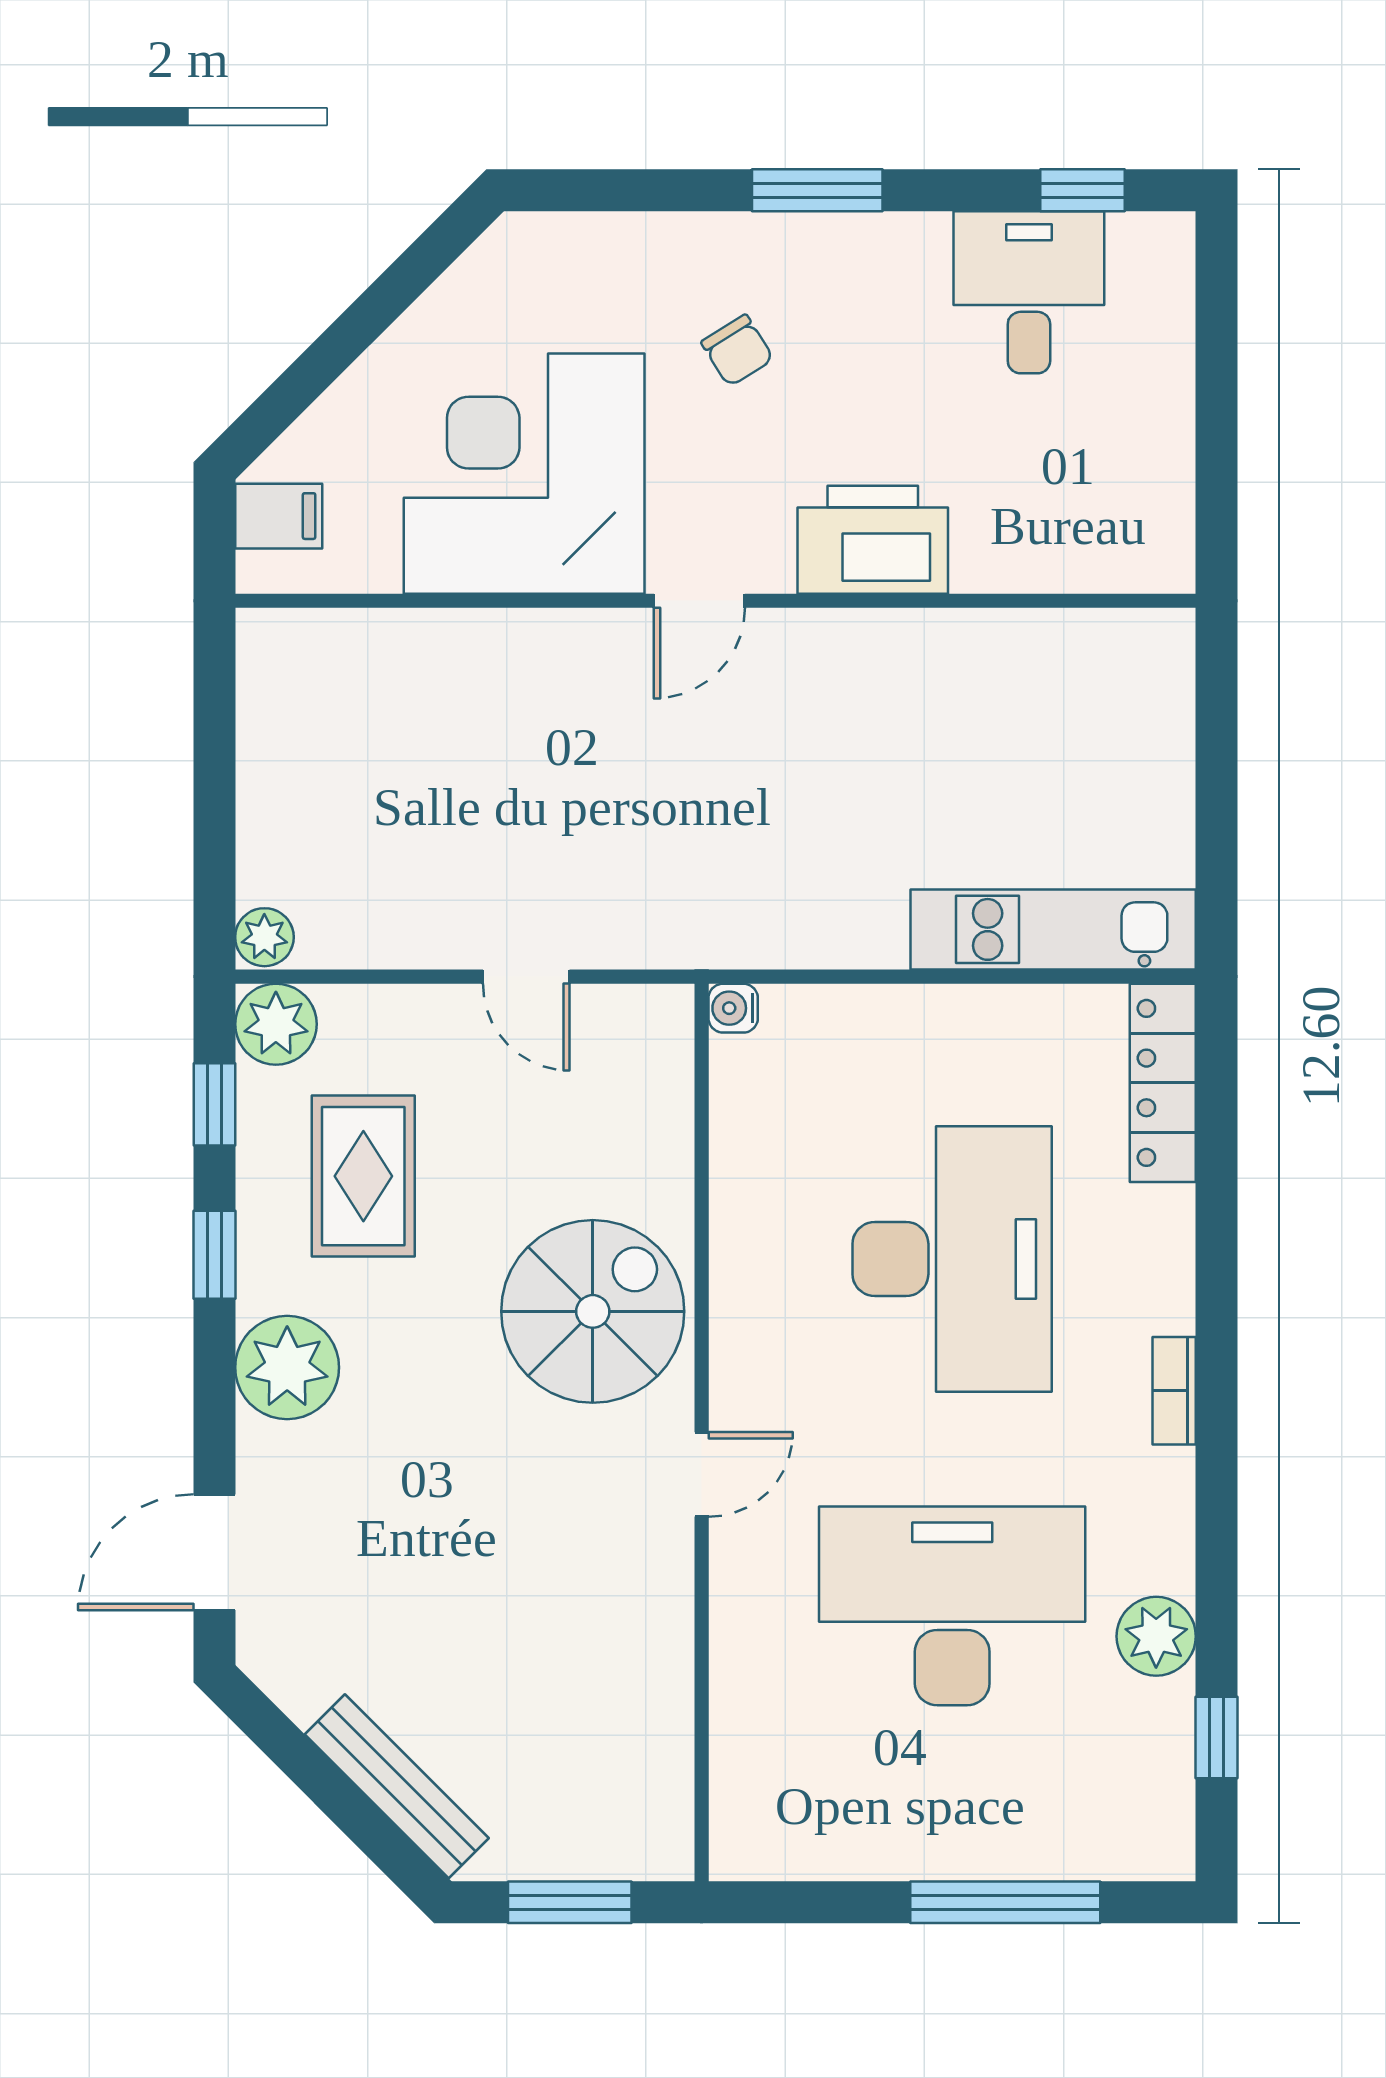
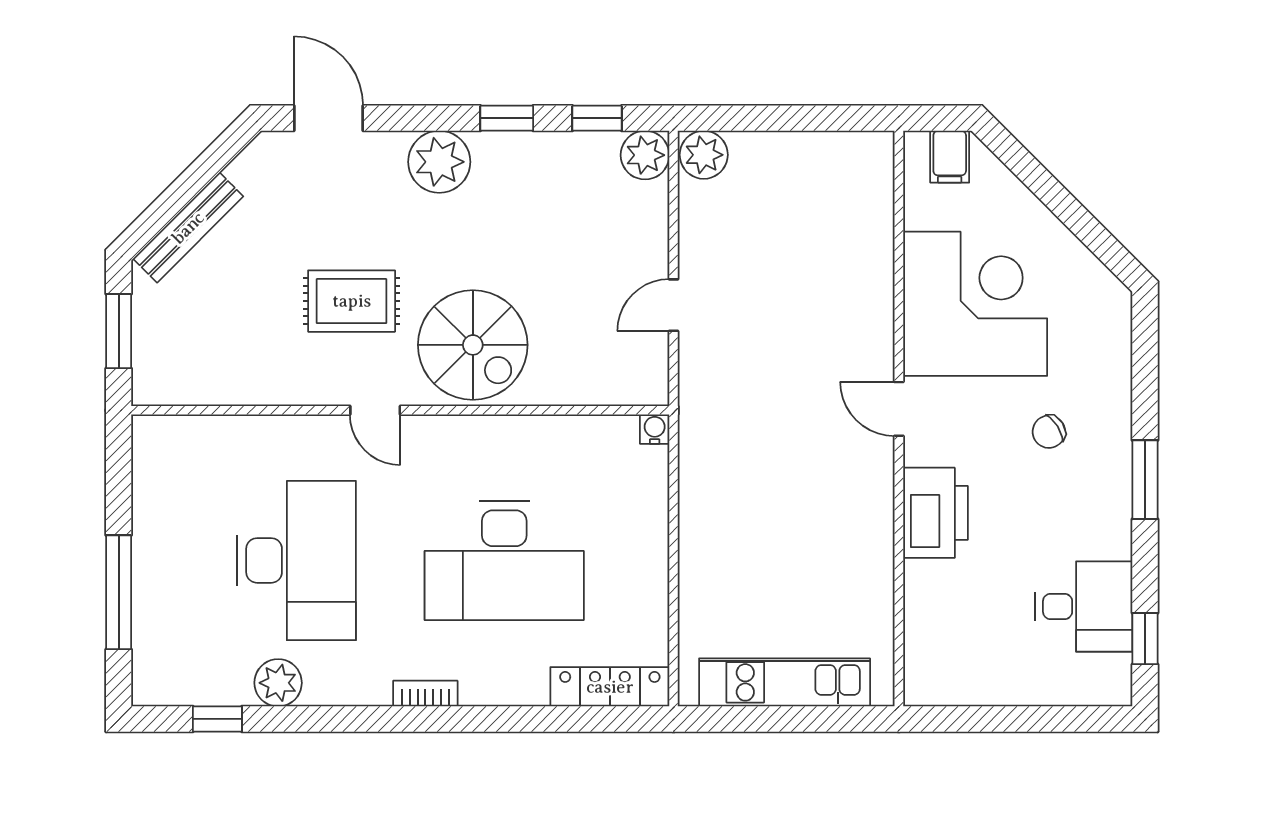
kitchen unit: (1053, 929) -> (785, 682), moved, turned -90
plant: (264, 937) -> (704, 155), width x1.38, depth x1.38
rug: (363, 1176) -> (352, 301), moved

